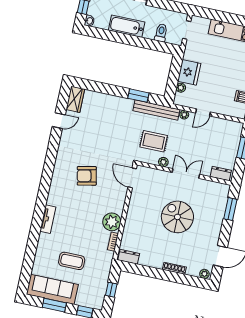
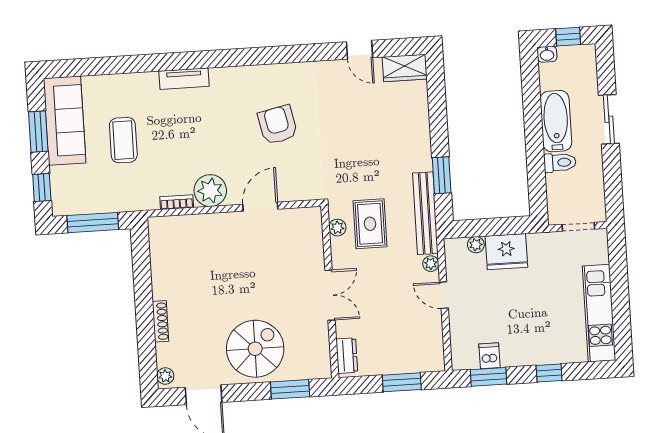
toilet: (161, 33) -> (560, 163), moved
plant: (163, 162) -> (337, 228), moved
door: (132, 178) -> (260, 207), moved
spiral stairs: (177, 217) -> (255, 349), moved
dresser: (129, 257) -> (158, 237), removed
window: (111, 290) -> (93, 223), width x2.17

